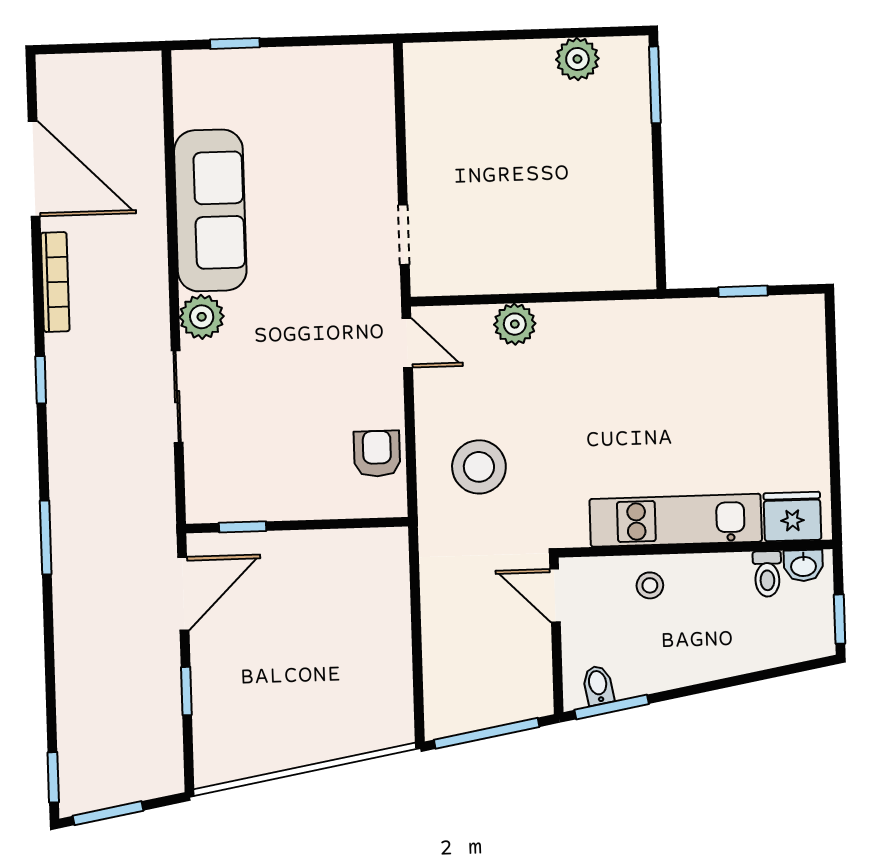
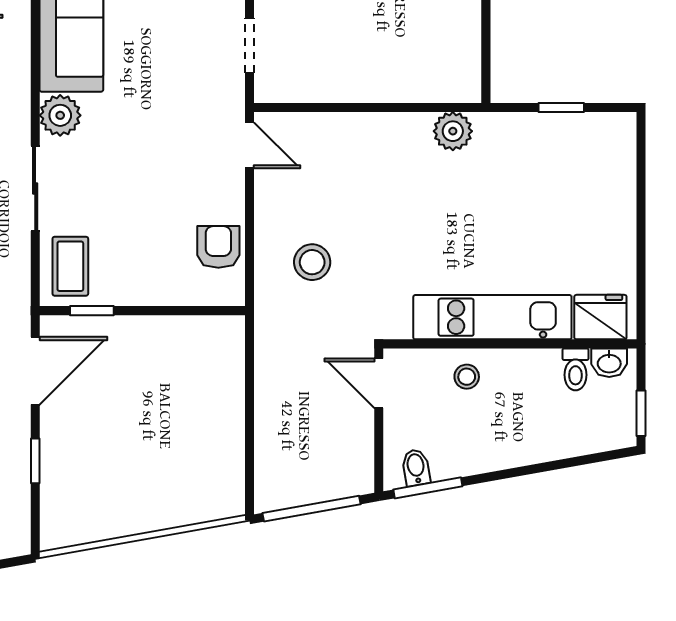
plant: (515, 324) -> (453, 131), moved
stool: (479, 467) -> (312, 262), width x0.73, depth x0.73
coffee table: (218, 480) -> (70, 266), added

